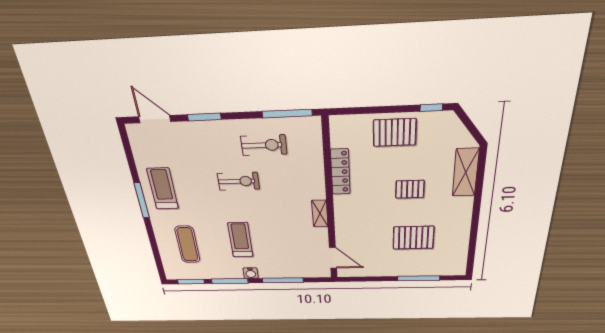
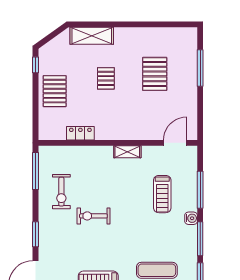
exercise bike: (264, 145) -> (61, 192), turned 180
locker: (340, 172) -> (80, 133), width x0.66
exercise bike: (238, 181) -> (93, 216), turned -90
treadmill: (240, 240) -> (162, 194), moved, turned -90

